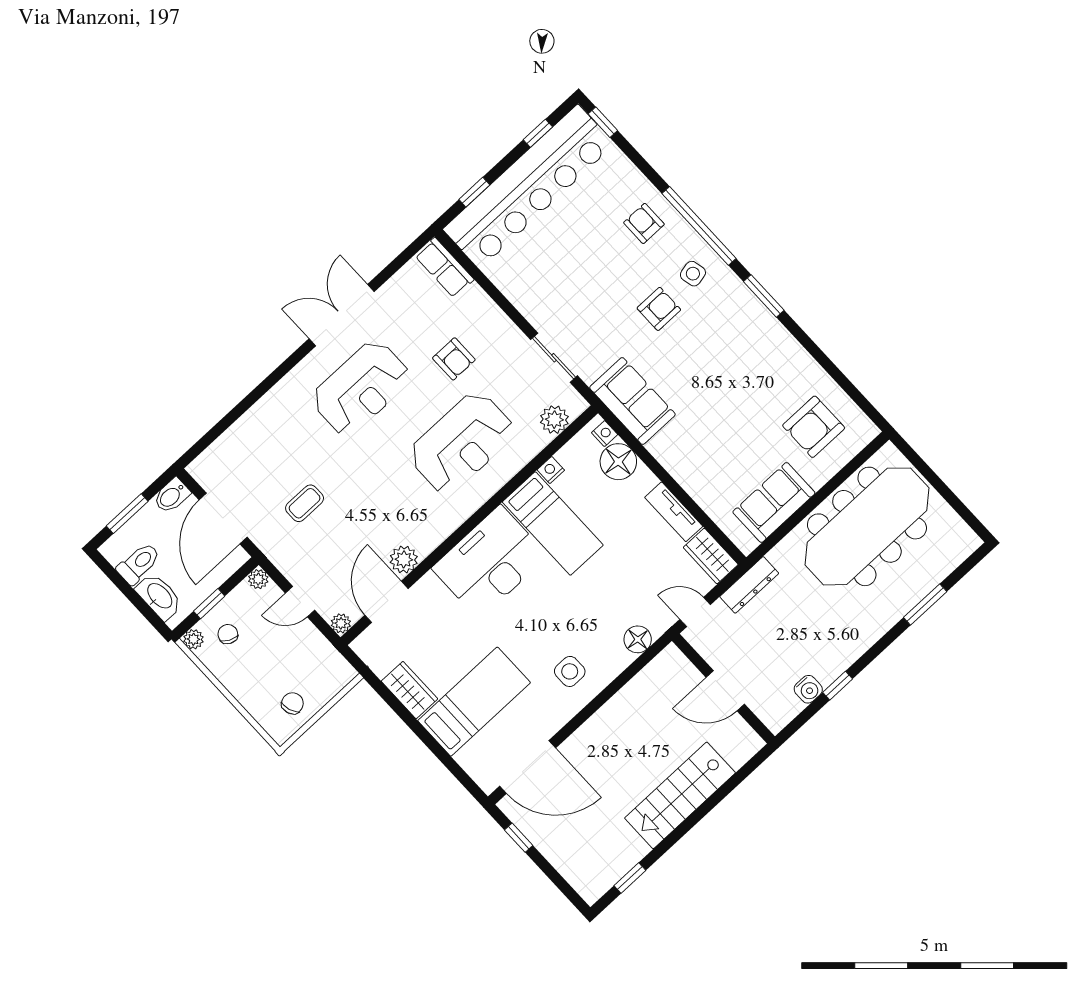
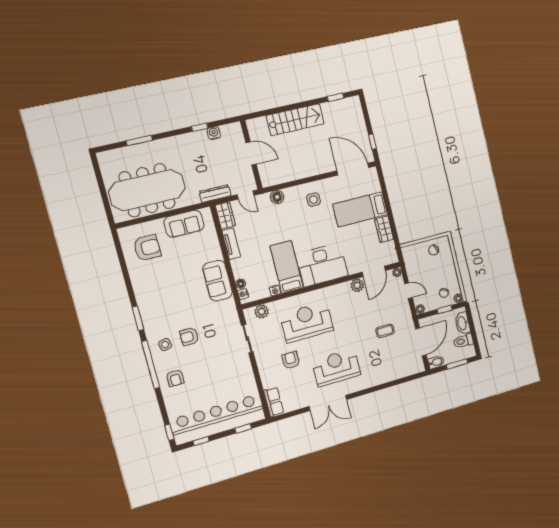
sofa: (632, 401) -> (217, 281), moved
floor lamp: (618, 462) -> (241, 284), width x0.53, depth x0.53

